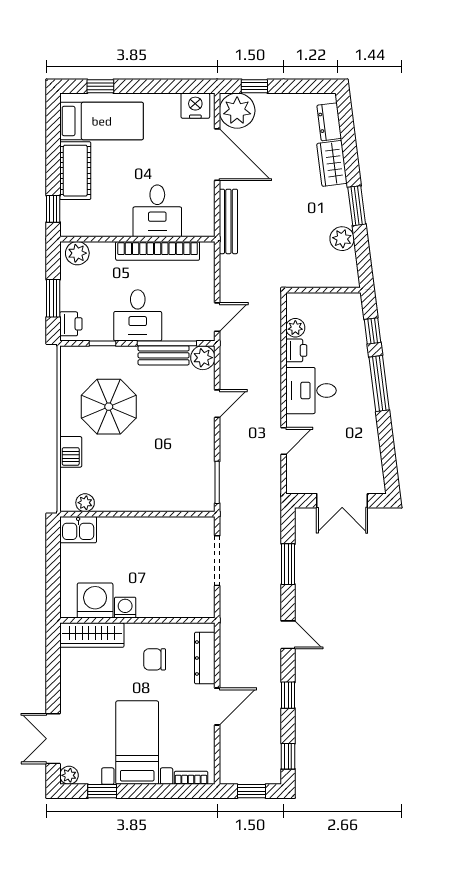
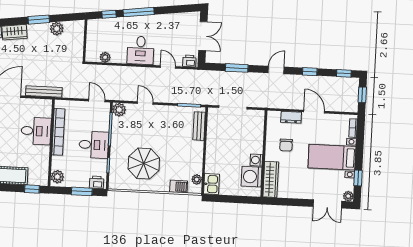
printer: (296, 350) -> (189, 61), moved
bench: (164, 355) -> (199, 126), moved
barbecue: (71, 452) -> (179, 187), moved
dresser: (205, 658) -> (291, 117), width x0.70

